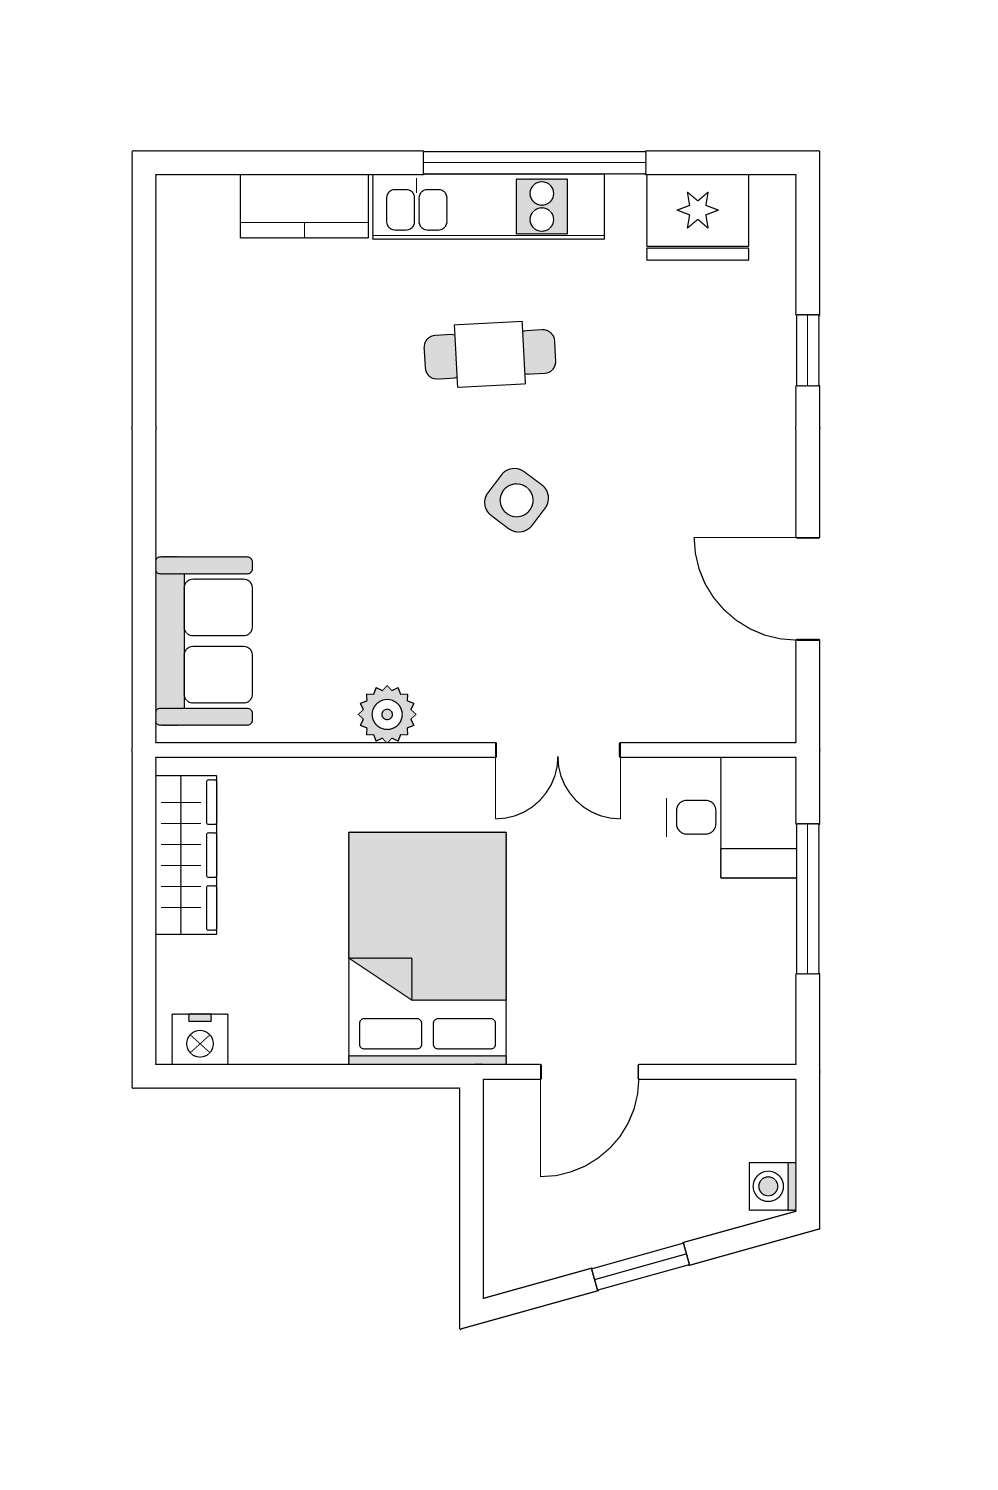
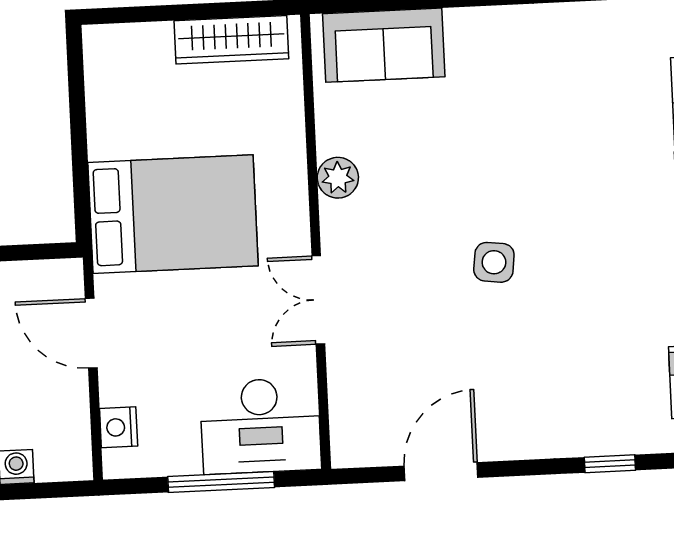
cafe table: (490, 354) -> (597, 238), removed
side table: (517, 500) -> (494, 262), turned -30
desk: (731, 817) -> (261, 426), width x1.37
nightstand: (200, 1040) -> (119, 427), moved

